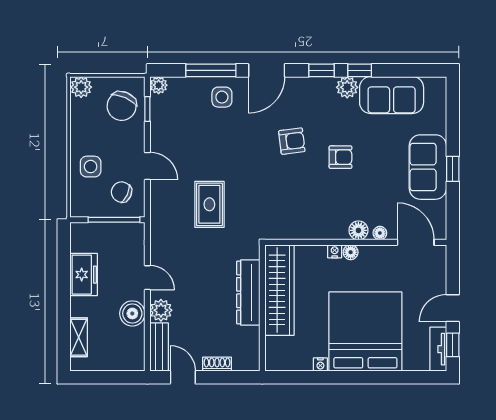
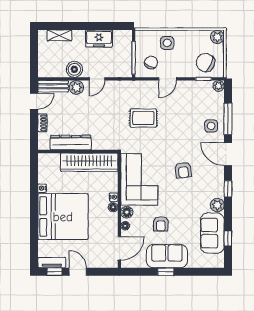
window: (360, 70) -> (228, 238), moved
armchair: (341, 157) -> (161, 224), moved
corner sofa: (307, 211) -> (139, 179), added
dresser: (248, 293) -> (71, 143), moved

